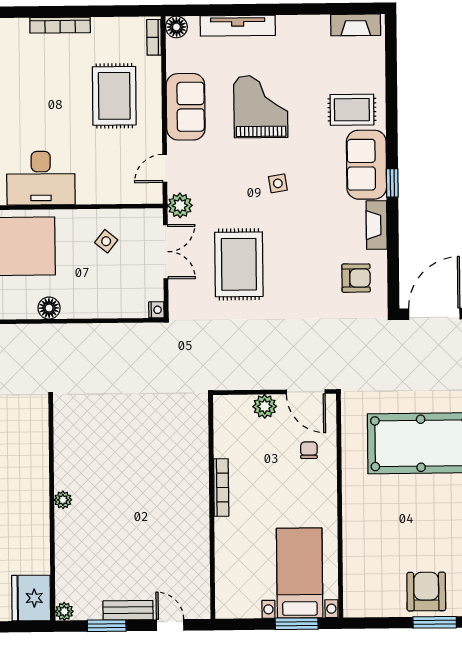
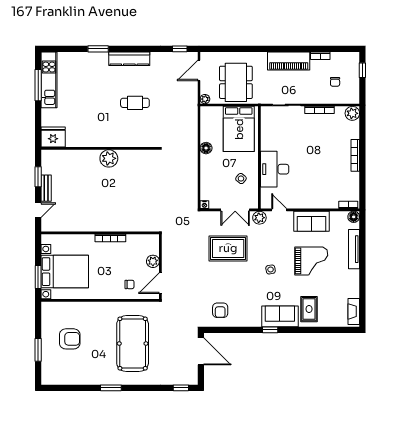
rug: (114, 96) -> (318, 184), removed
desk: (41, 178) -> (275, 169), moved
fireplace: (377, 225) -> (248, 321), removed
plant: (63, 500) -> (109, 158), width x1.87, depth x1.87
bed with nightstands: (300, 573) -> (65, 272), width x1.36
armchair: (426, 592) -> (70, 339), moved
plant: (64, 611) -> (46, 154), removed

